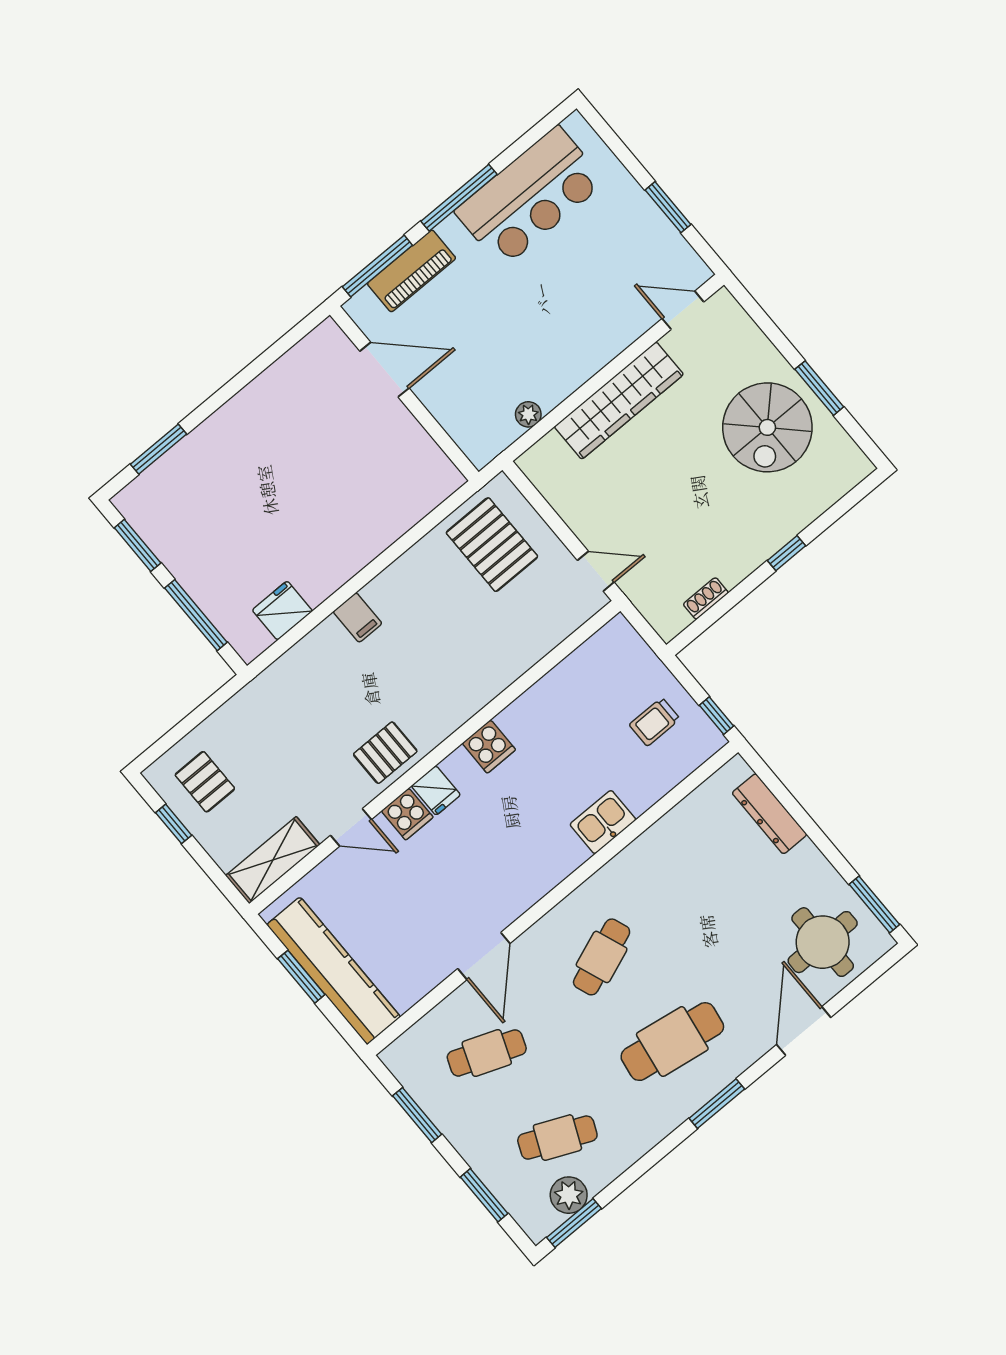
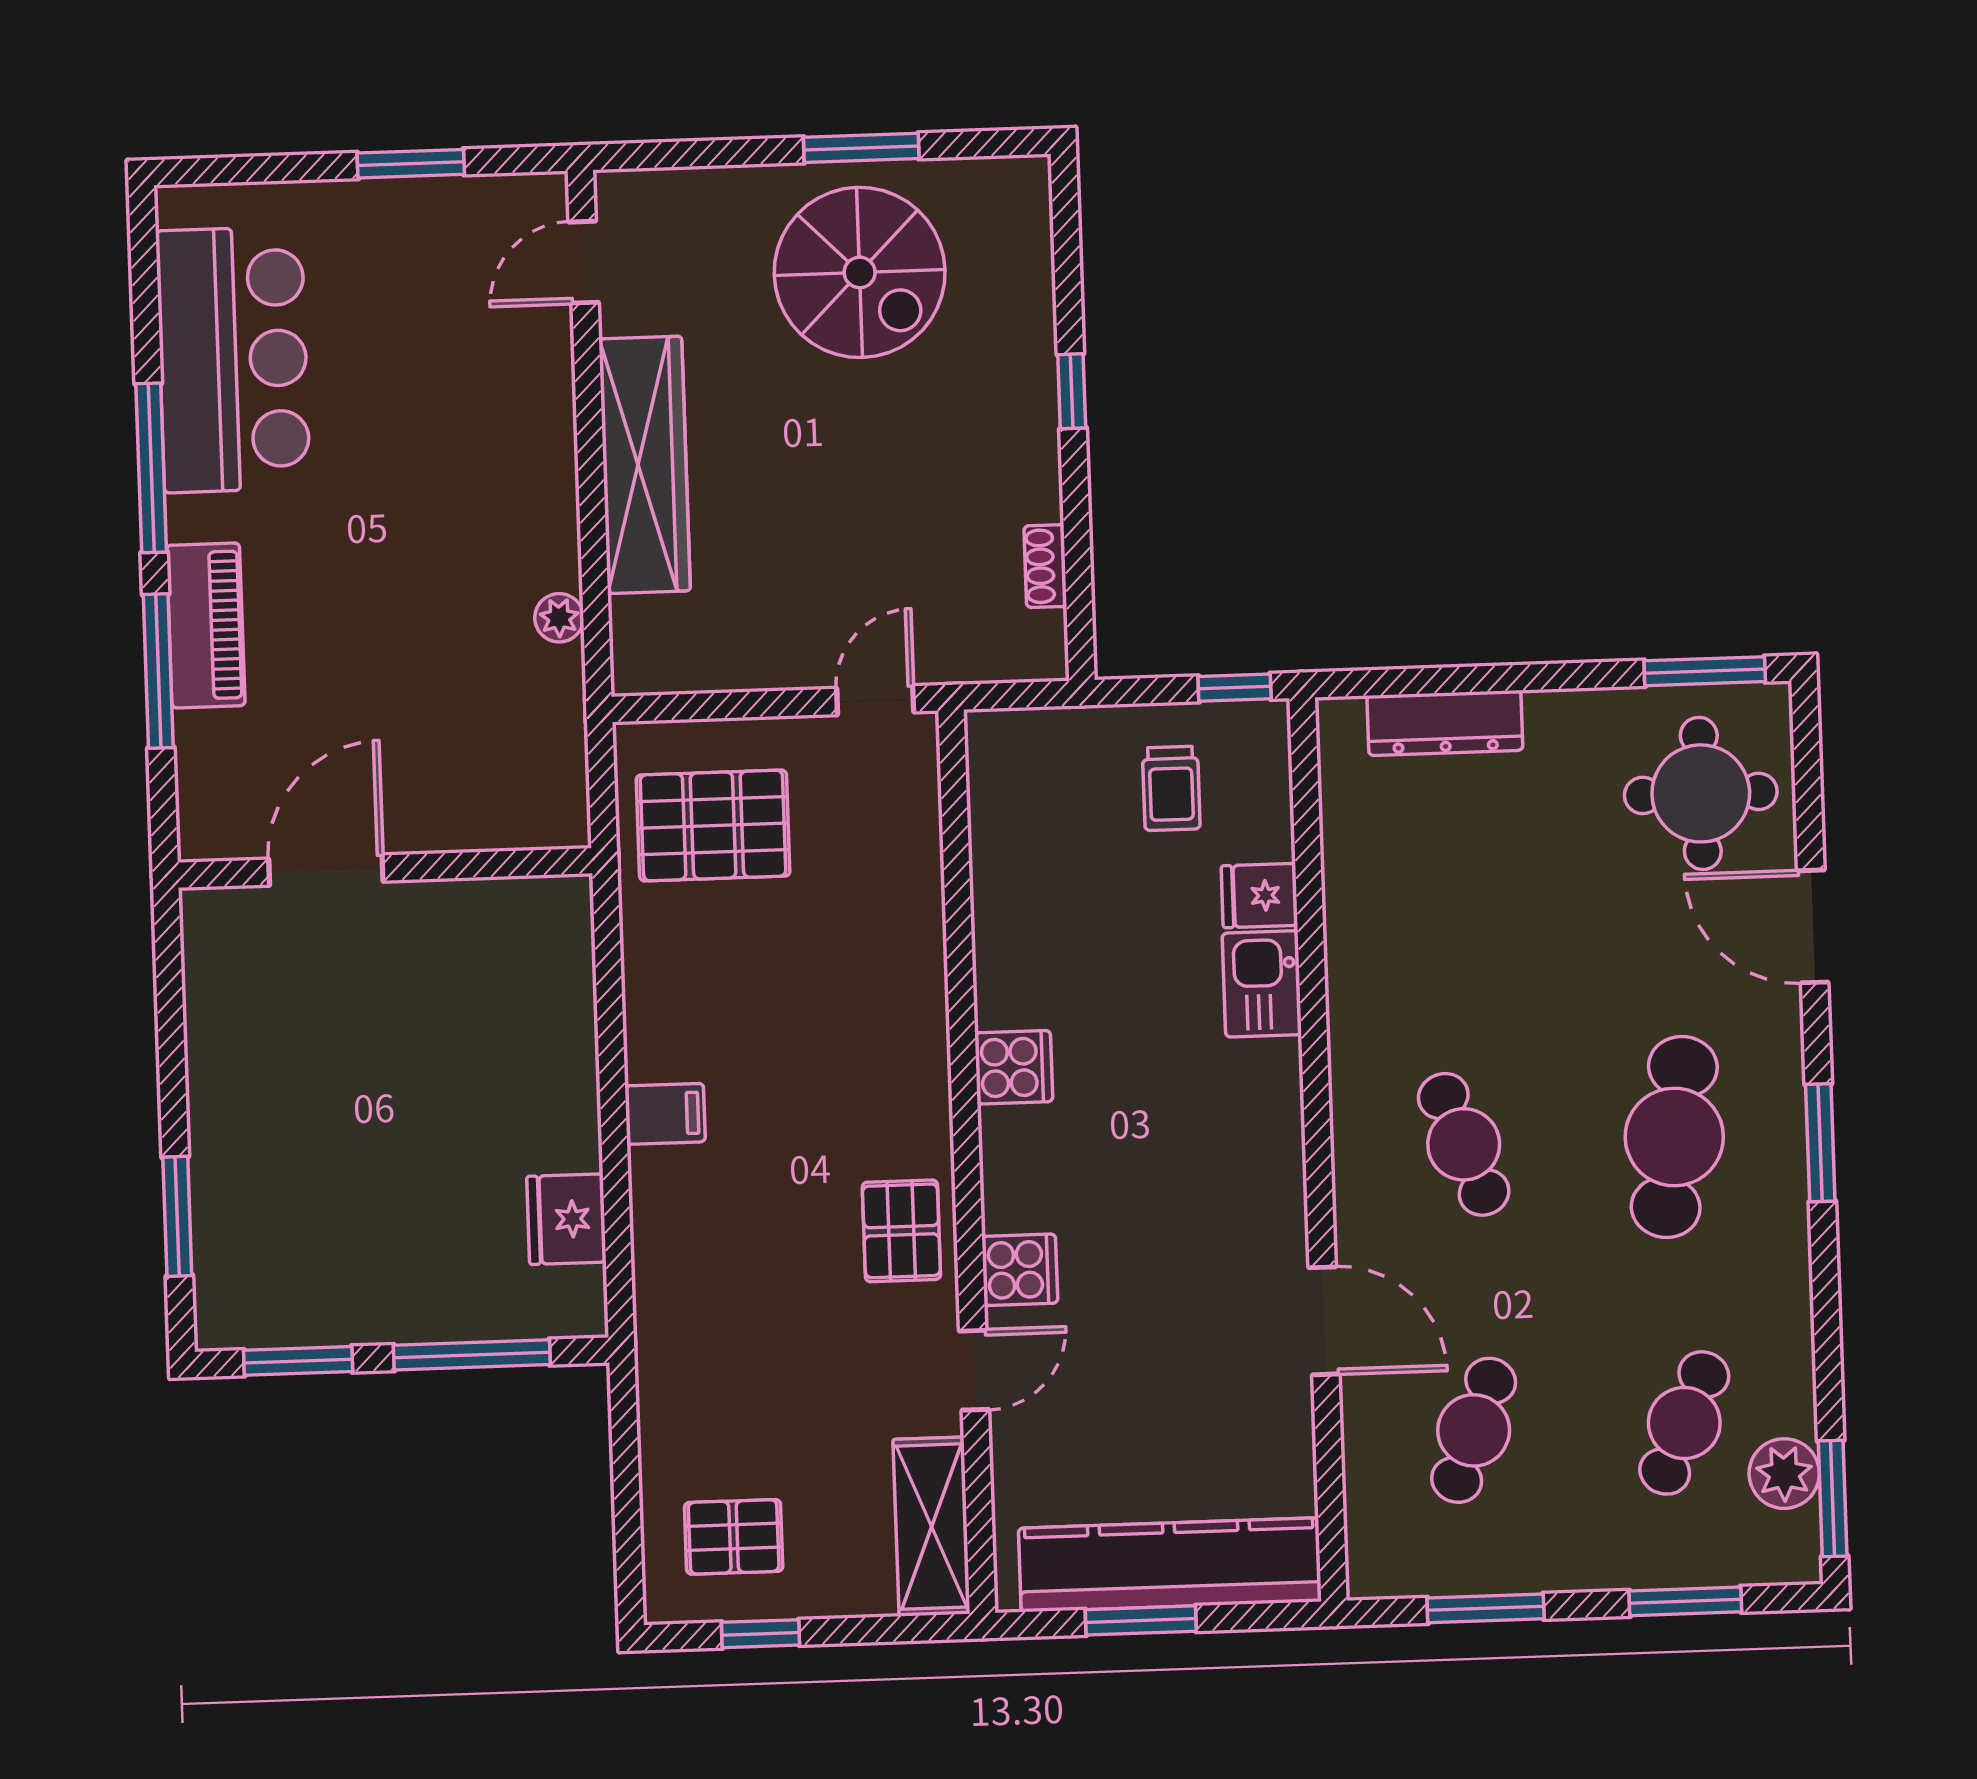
door: (384, 370) -> (326, 870), moved
wall: (404, 393) -> (385, 868), moved
fridge: (436, 790) -> (1259, 896), moved, turned 180

